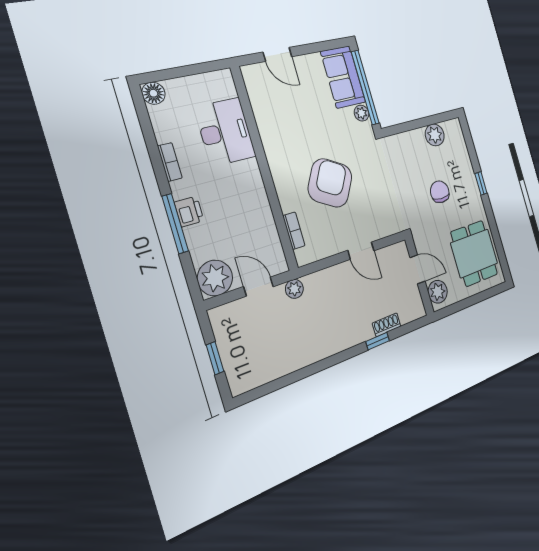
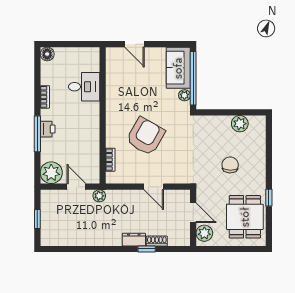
desk: (225, 132) -> (84, 87), width x0.73
window: (481, 183) -> (269, 198), moved
dresser: (358, 335) -> (134, 240), added

